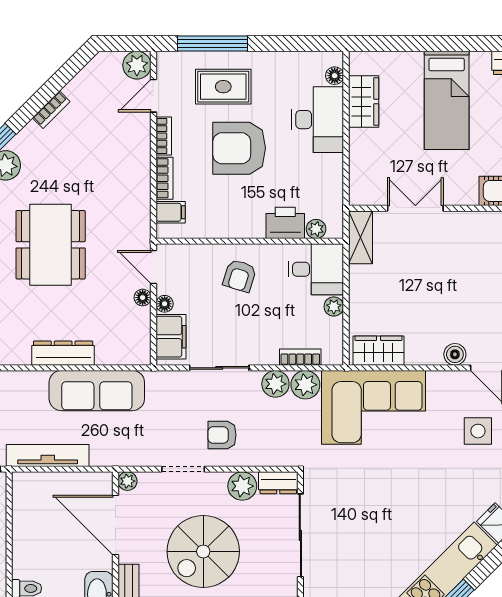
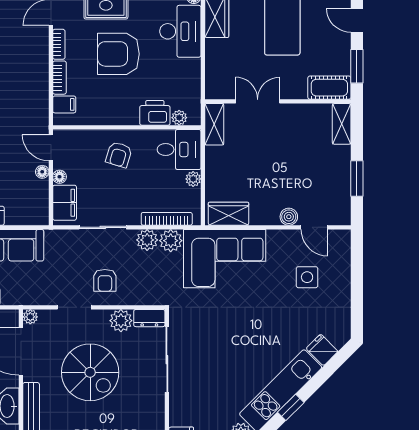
bookcase: (300, 357) -> (167, 219), width x1.56
armchair: (222, 435) -> (105, 280), turned -90
spiral stairs: (203, 551) -> (90, 372), turned -90

